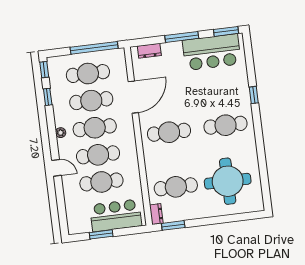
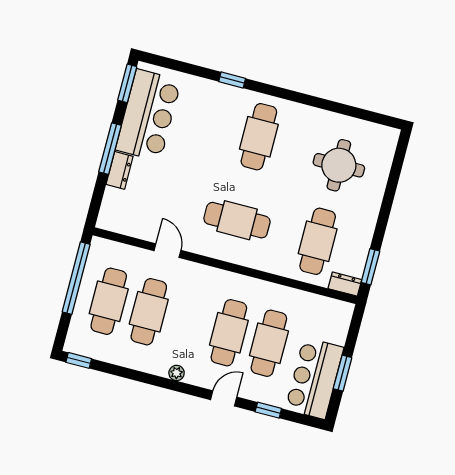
dresser: (149, 51) -> (120, 170), moved
window: (48, 97) -> (268, 410), moved
door: (133, 97) -> (167, 251), width x0.53
cafe table: (95, 128) -> (189, 322), removed
cafe table: (169, 132) -> (237, 220), turned 90
round table: (228, 181) -> (339, 165), width x0.73, depth x0.73
bar counter: (116, 215) -> (314, 378), moved

